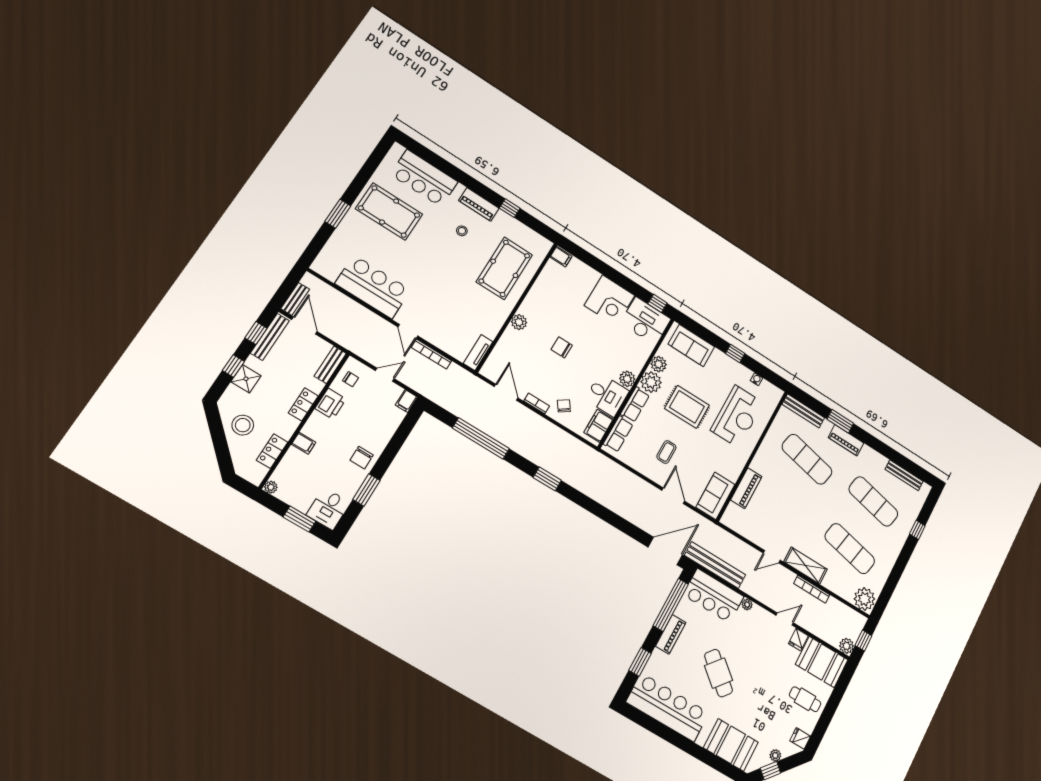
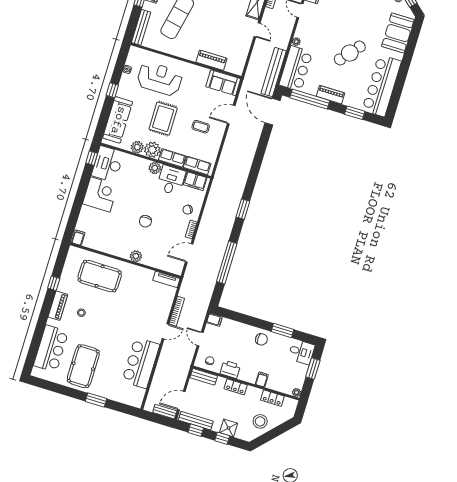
sofa: (691, 345) -> (118, 120), width x1.36

